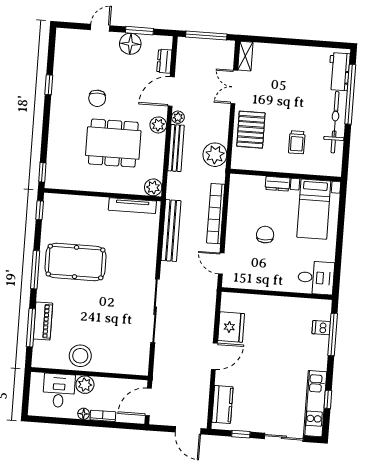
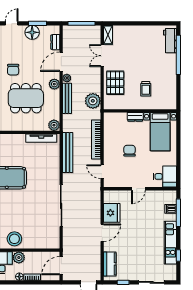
bicycle: (335, 122) -> (170, 74), removed
door: (274, 293) -> (138, 189), added
kitchen unit: (315, 404) -> (170, 243), moved

